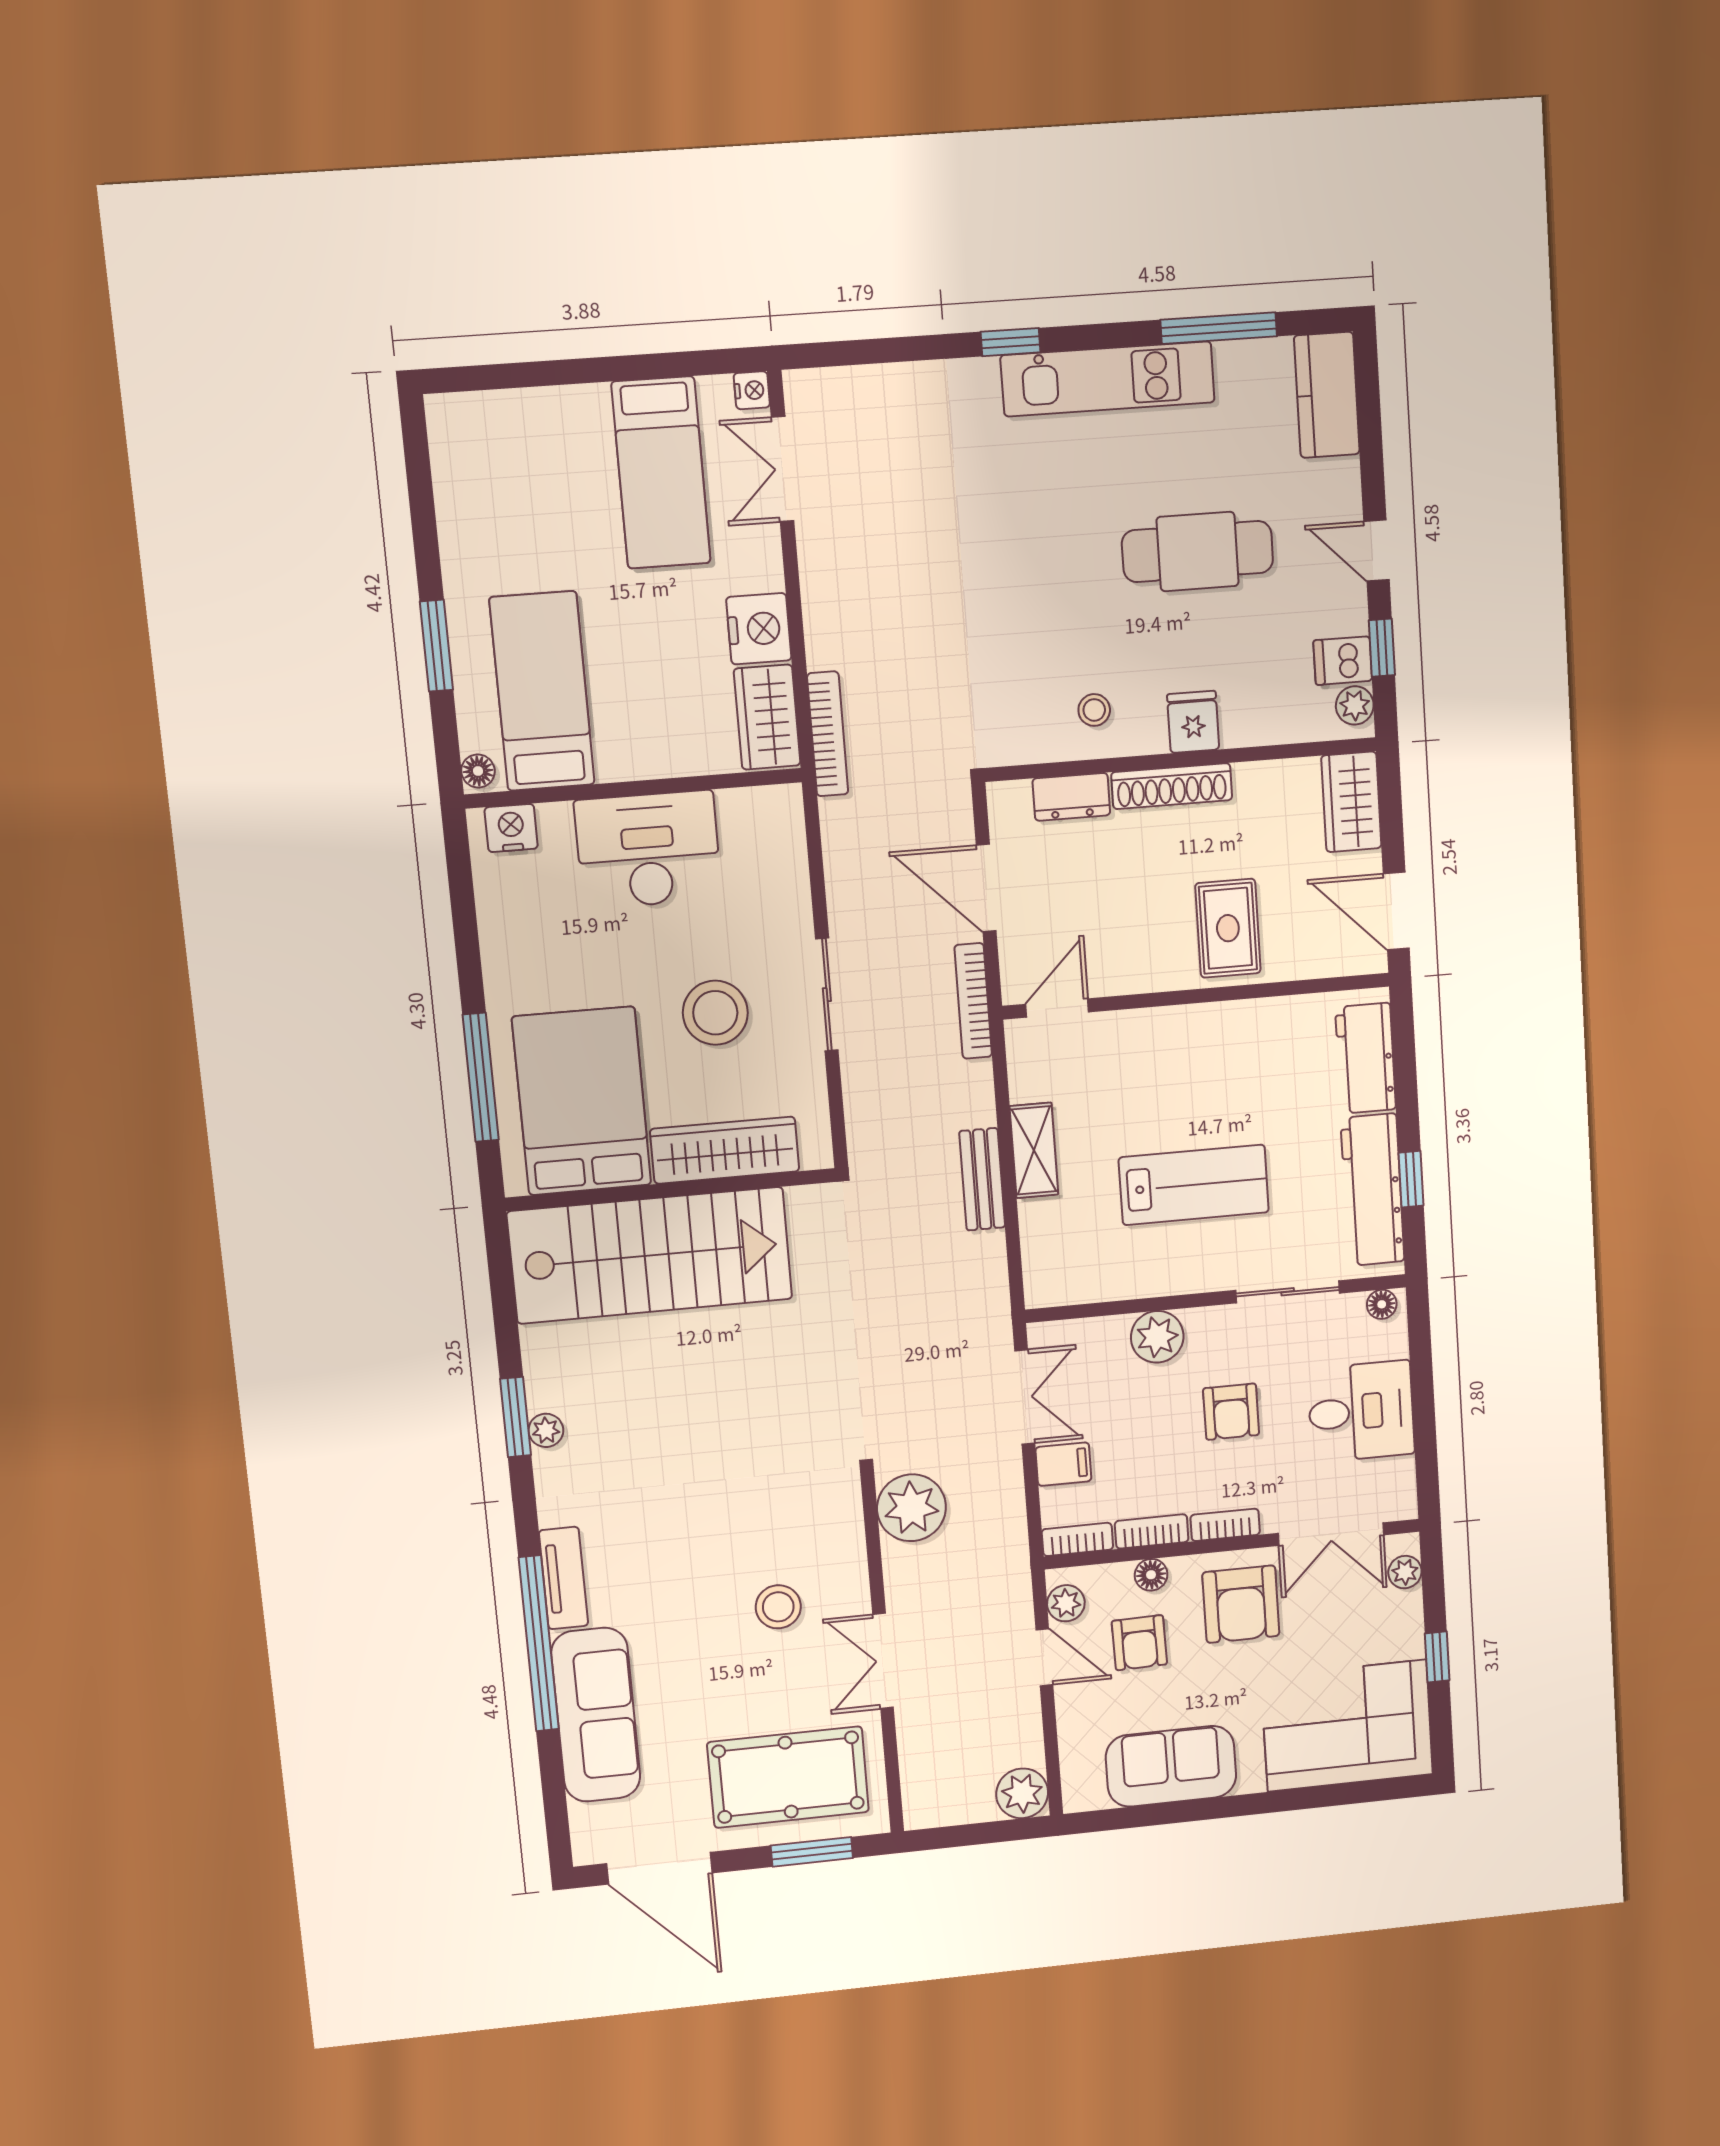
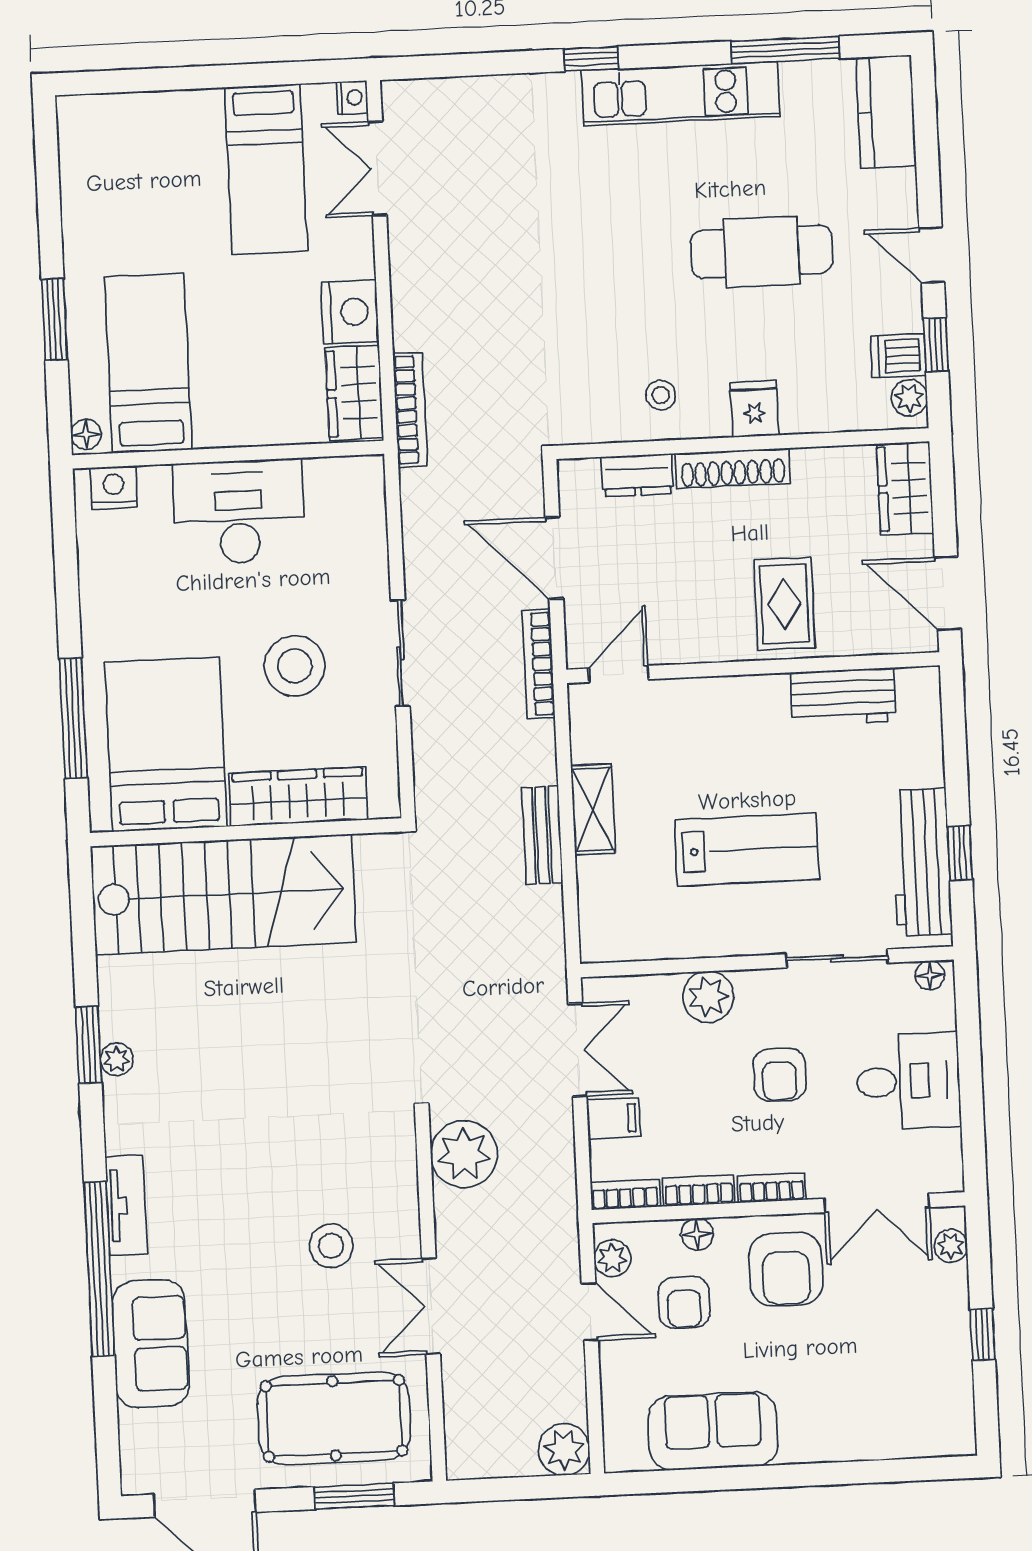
workbench: (1366, 1058) -> (843, 697), moved, turned -90
sofa: (596, 1715) -> (150, 1344), width x0.73
corner sofa: (1347, 1726) -> (891, 1400), removed

